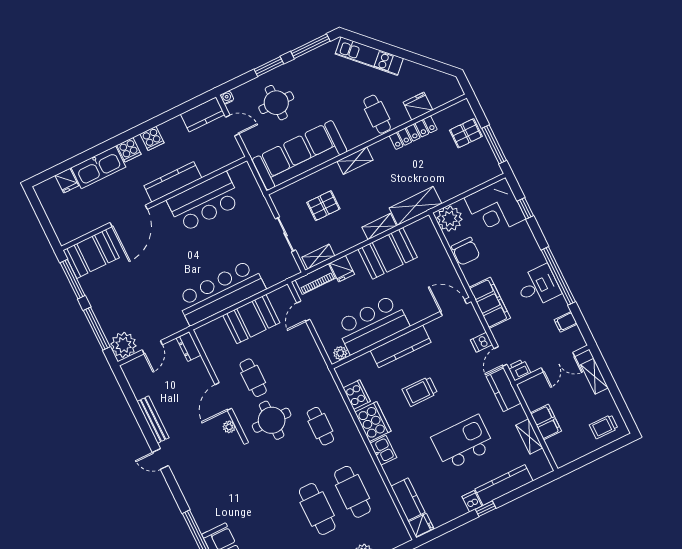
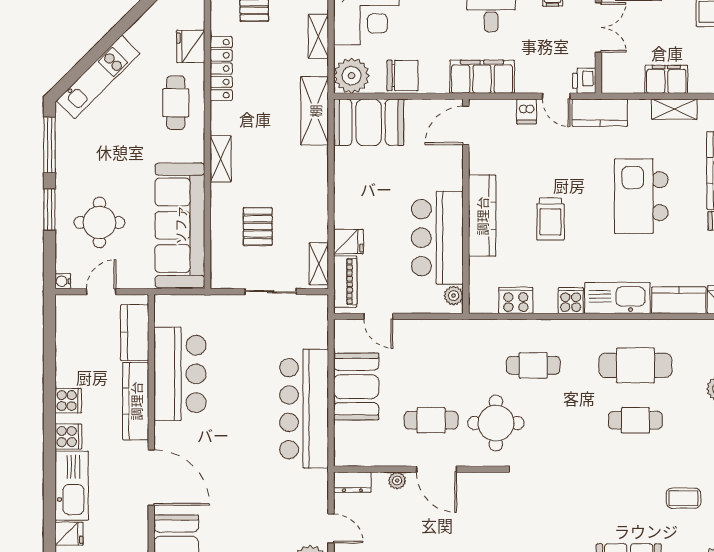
kitchen counter: (203, 114) -> (135, 333), moved, turned 180
cafe table: (377, 114) -> (176, 103), turned 90
shelving: (379, 227) -> (318, 36), moved
booth: (388, 253) -> (369, 122), moved, turned 90
cooker: (373, 422) -> (571, 301), width x0.53, depth x0.76
plant: (229, 427) -> (397, 481), moved
kitchen sink: (383, 450) -> (617, 298), width x1.87, depth x1.24
cafe table: (317, 509) -> (635, 420), width x0.73, depth x0.74

